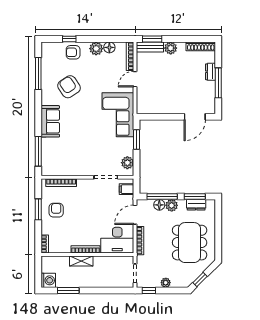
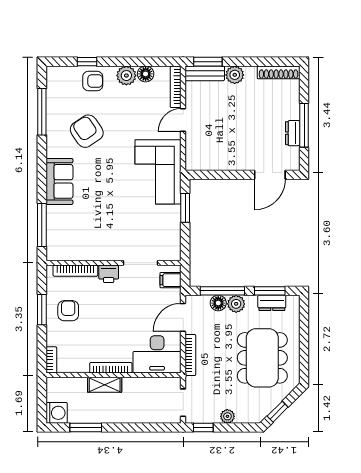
armchair: (73, 52) -> (93, 81), turned 180
dresser: (210, 72) -> (293, 133), moved
plant: (127, 163) -> (172, 242), removed
printer: (84, 185) -> (109, 274), added

